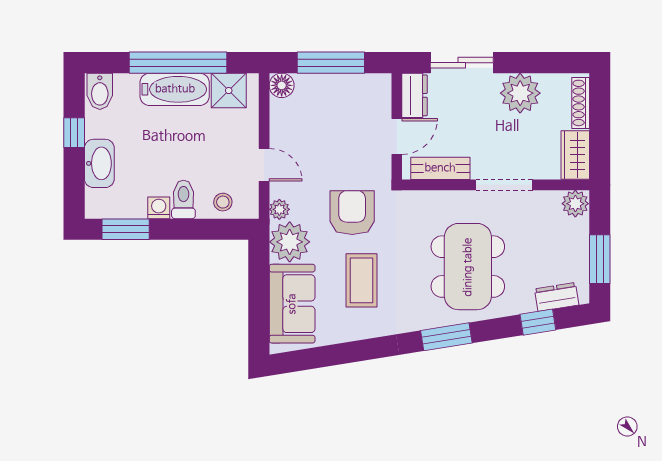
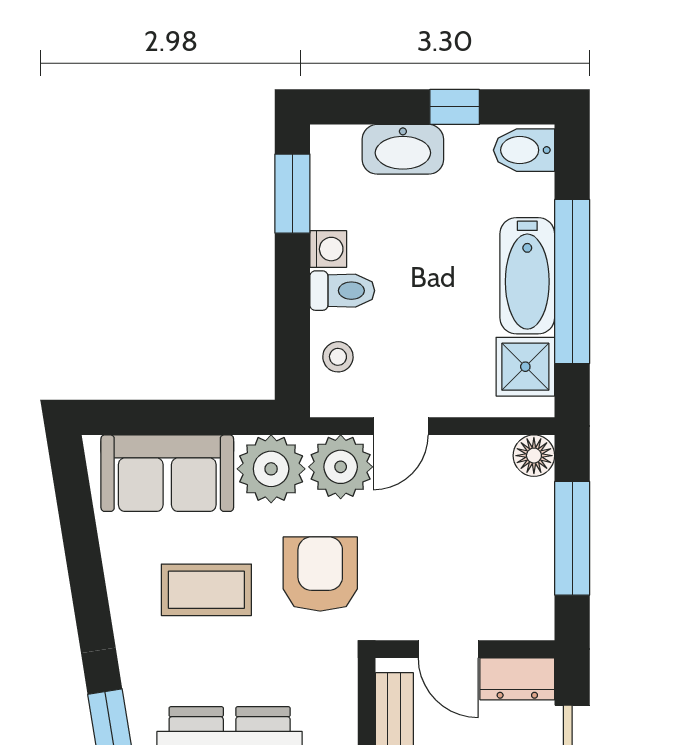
plant: (279, 209) -> (341, 467), width x1.88, depth x1.88
armchair: (352, 213) -> (320, 574), turned -90

